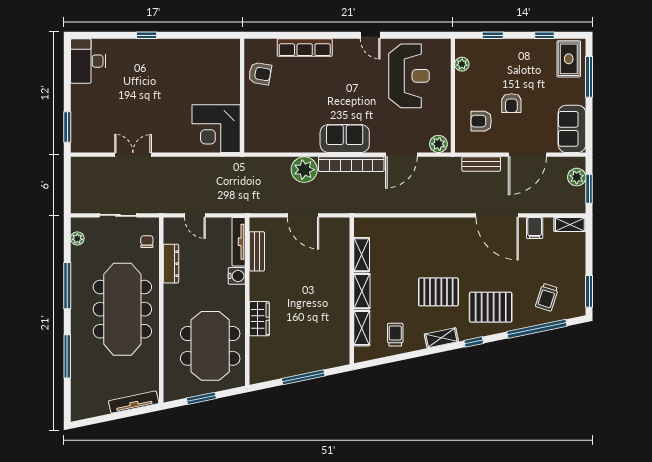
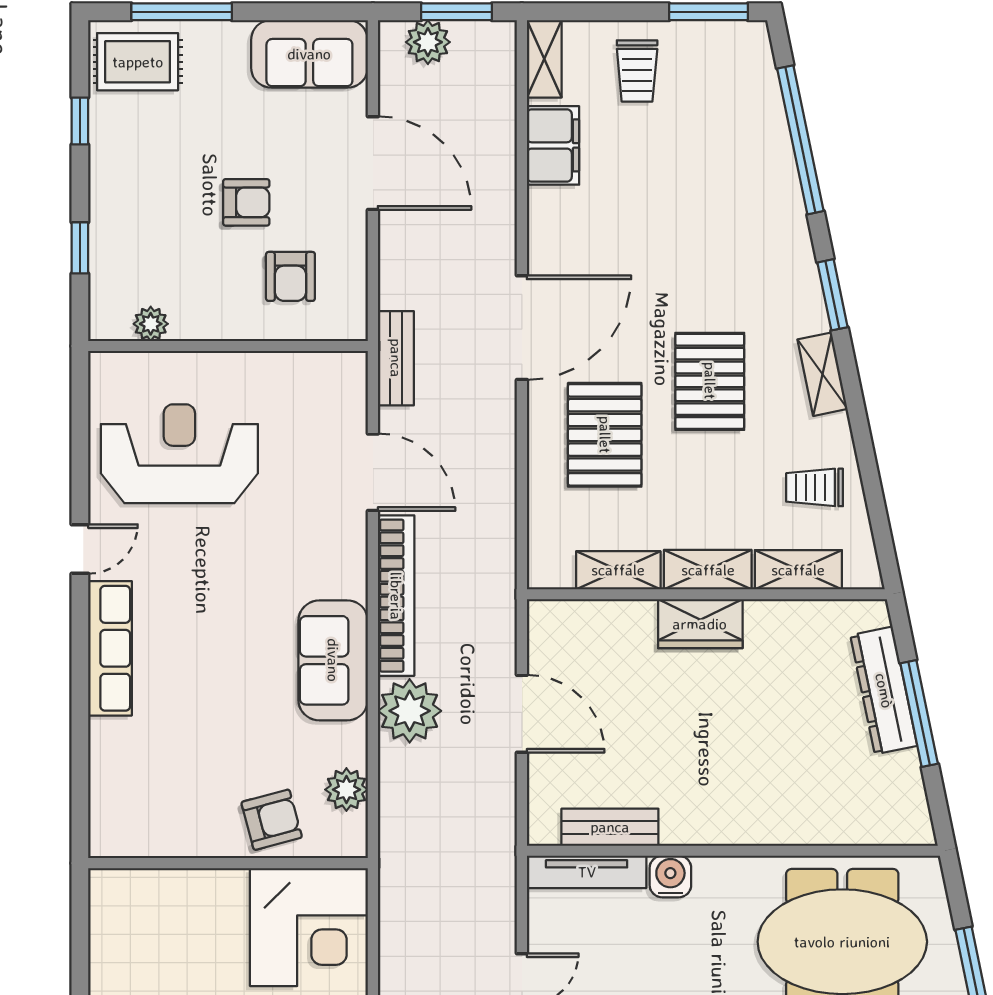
row of seats: (305, 48) -> (110, 648), moved
armchair: (260, 74) -> (272, 820), moved, turned 65
sofa: (345, 139) -> (333, 660), moved
plant: (438, 144) -> (346, 790), moved
bench: (481, 164) -> (396, 358), moved
door: (303, 215) -> (522, 714), hinge flipped
door: (497, 215) -> (522, 328), moved
filing cabinet: (535, 228) -> (553, 145), width x2.00
trolley: (547, 297) -> (637, 71), moved, turned 72
pallet: (491, 307) -> (605, 435), moved
wardrobe: (259, 319) -> (700, 624), moved, turned 180
window: (474, 342) -> (832, 295), width x1.50
dresser: (313, 363) -> (884, 691), added

